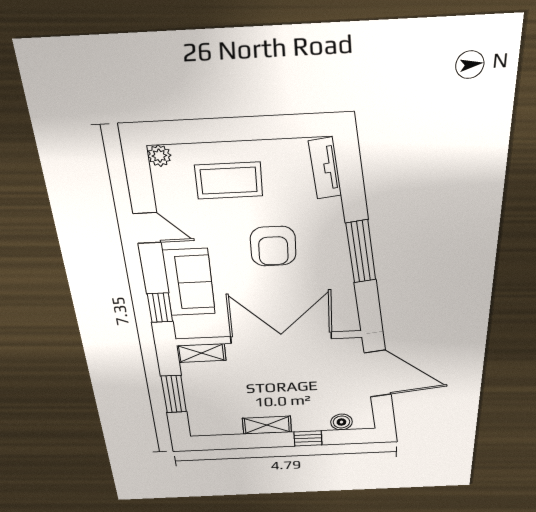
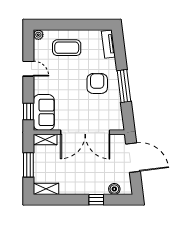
armchair: (273, 246) -> (97, 83), moved, turned 180
sofa: (189, 282) -> (44, 112), moved
double door: (281, 338) -> (85, 132), swing flipped
shelving: (267, 425) -> (46, 189), moved

